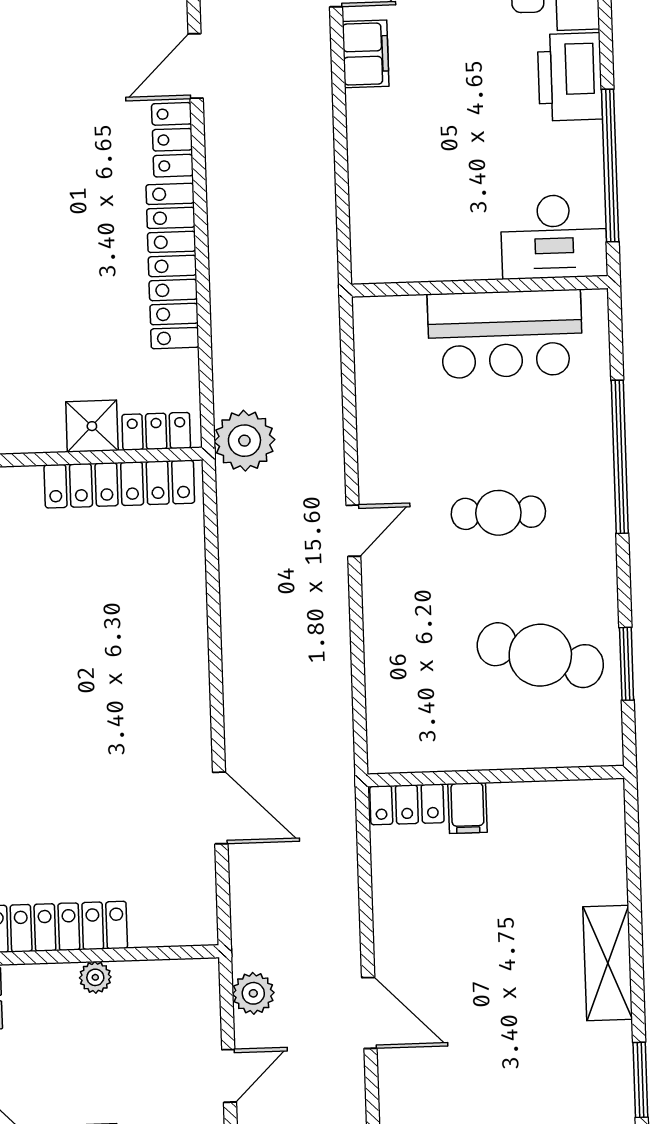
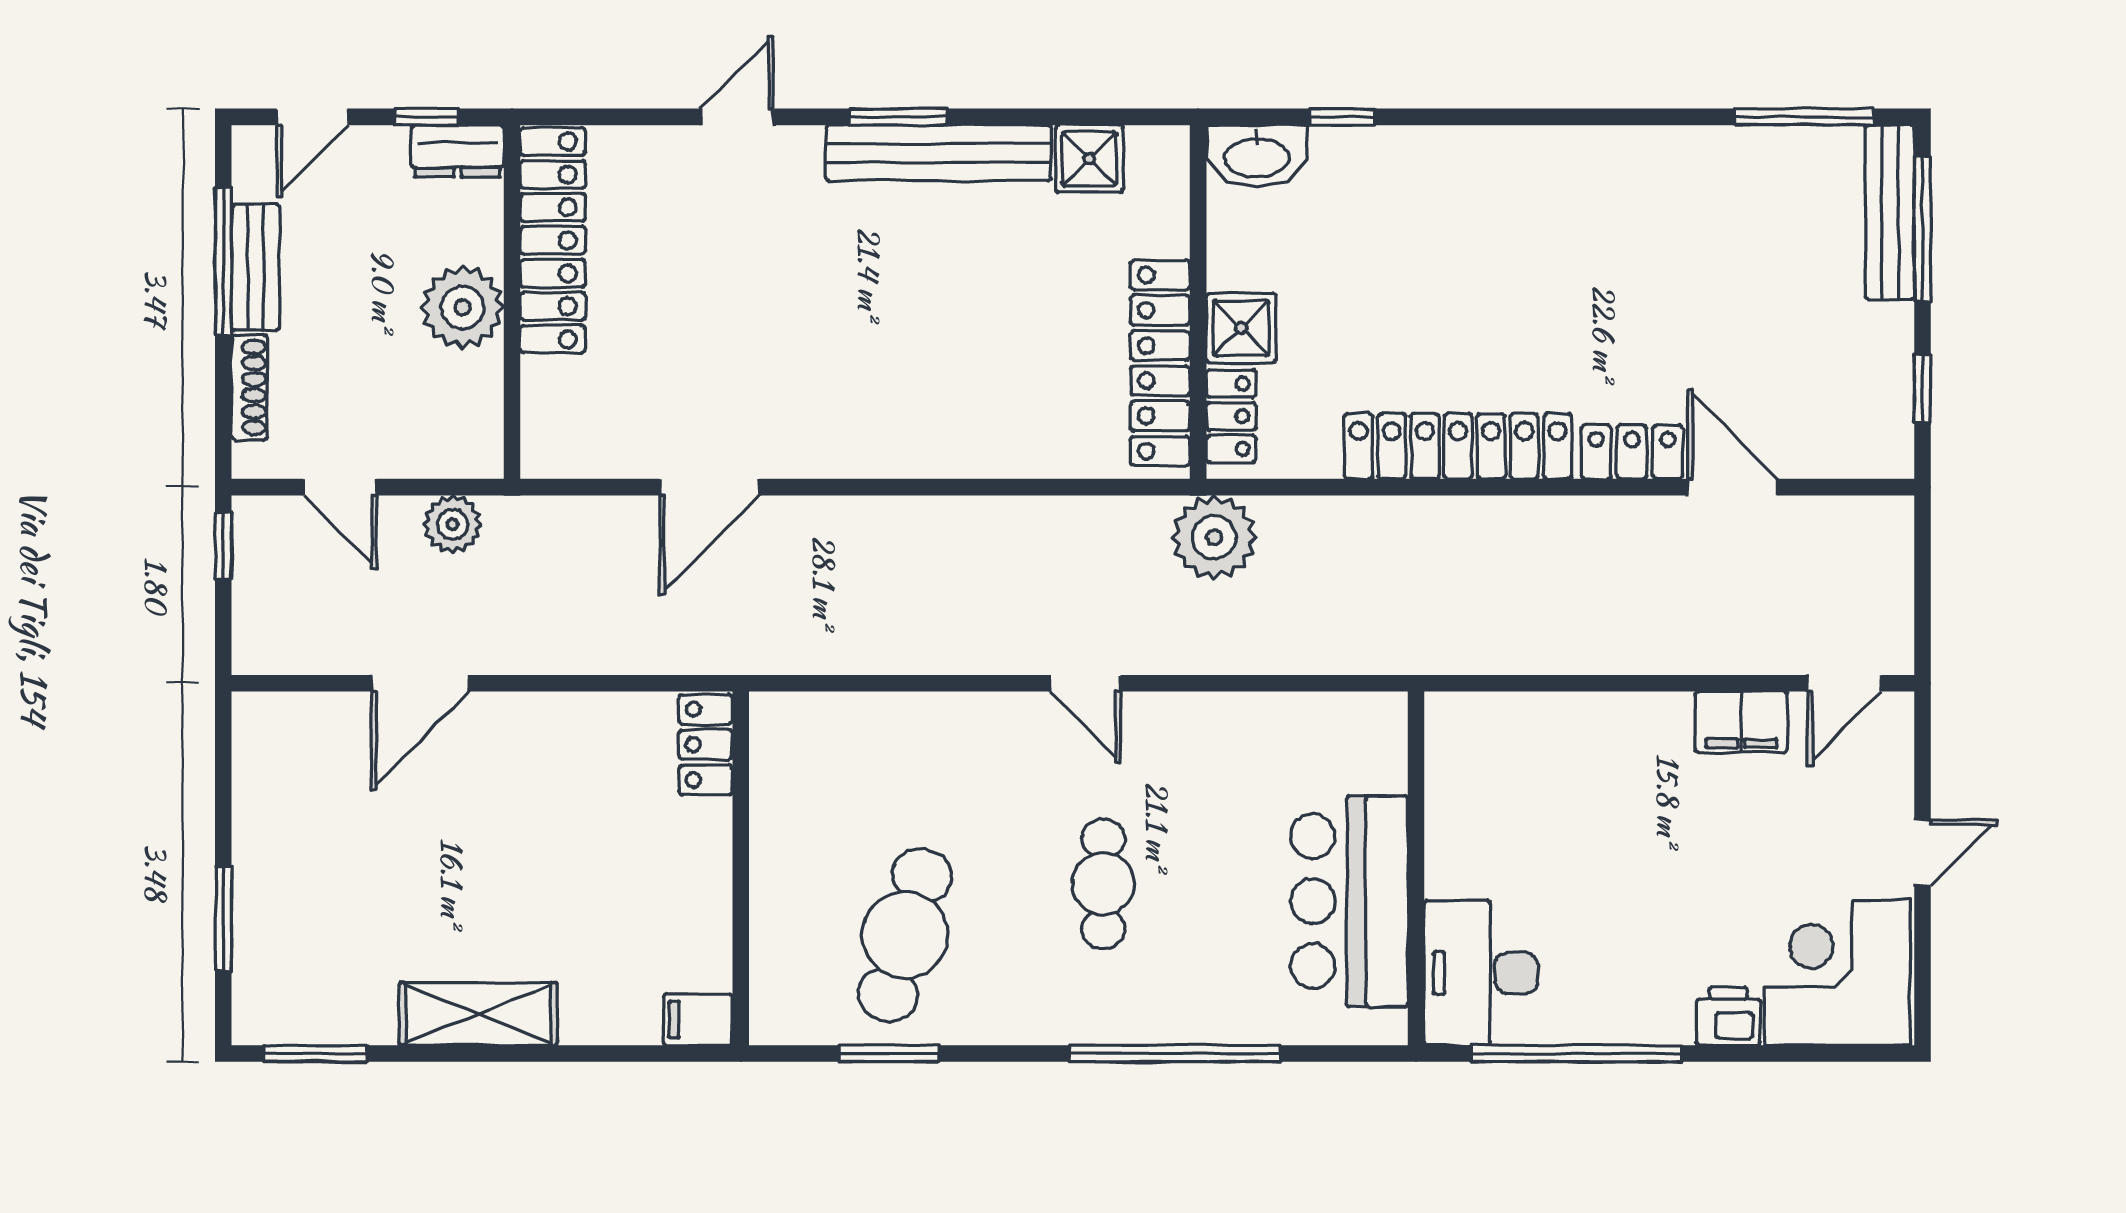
printer: (570, 77) -> (1728, 1016), width x0.53, depth x0.68
filing cabinet: (468, 808) -> (698, 1020), moved
plant: (95, 977) -> (463, 307), width x1.87, depth x1.87

